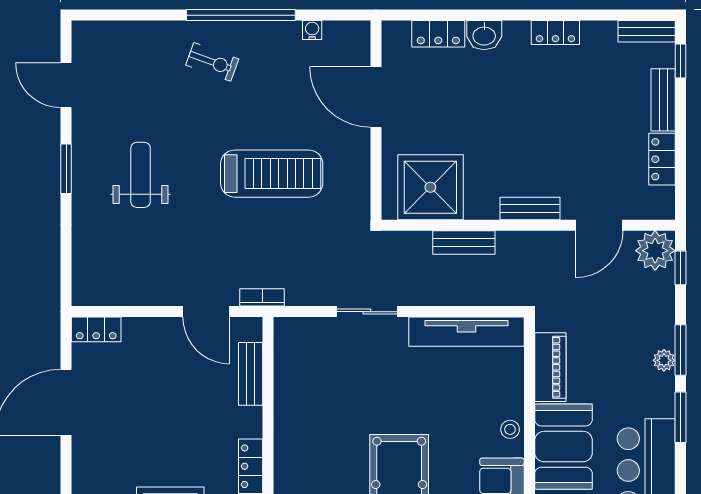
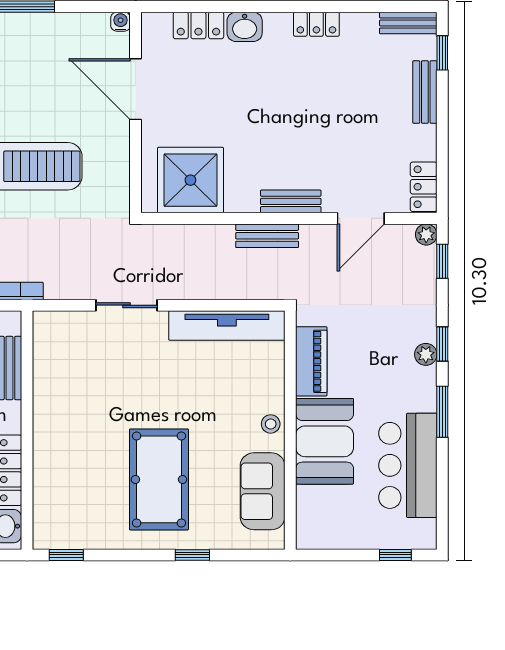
water cooler: (312, 30) -> (121, 22), moved
locker: (662, 159) -> (424, 187), moved
bench: (464, 243) -> (267, 236), moved
plant: (655, 251) -> (426, 234), width x0.53, depth x0.53
window: (680, 350) -> (442, 344), width x0.67

